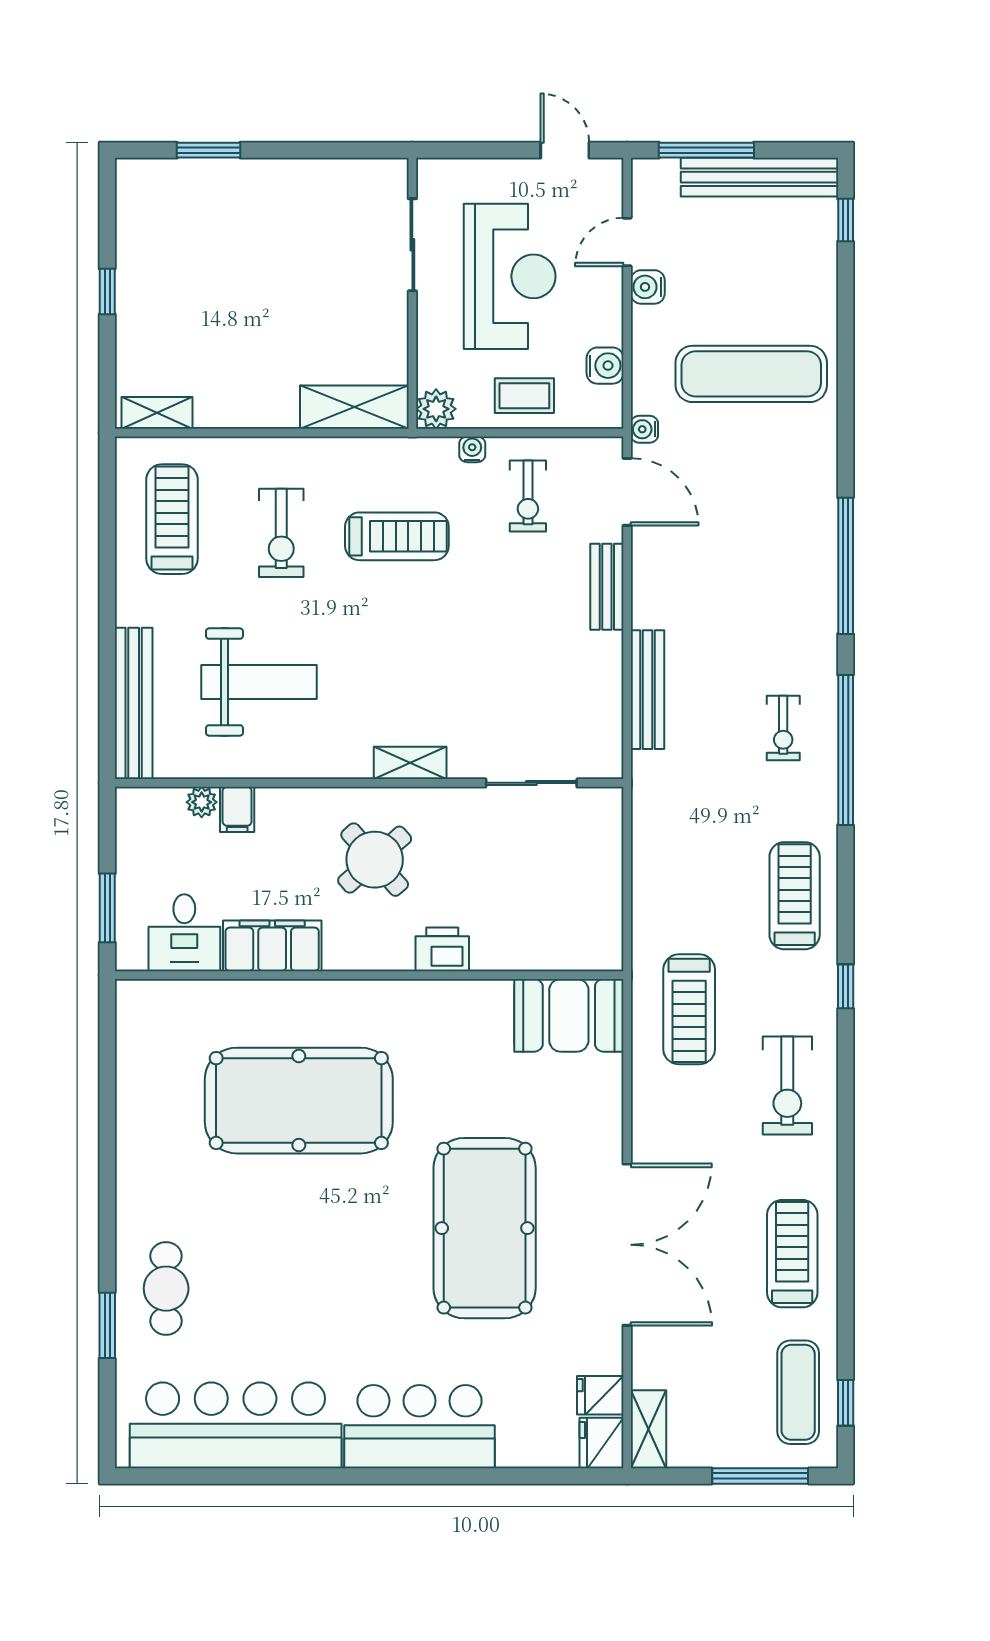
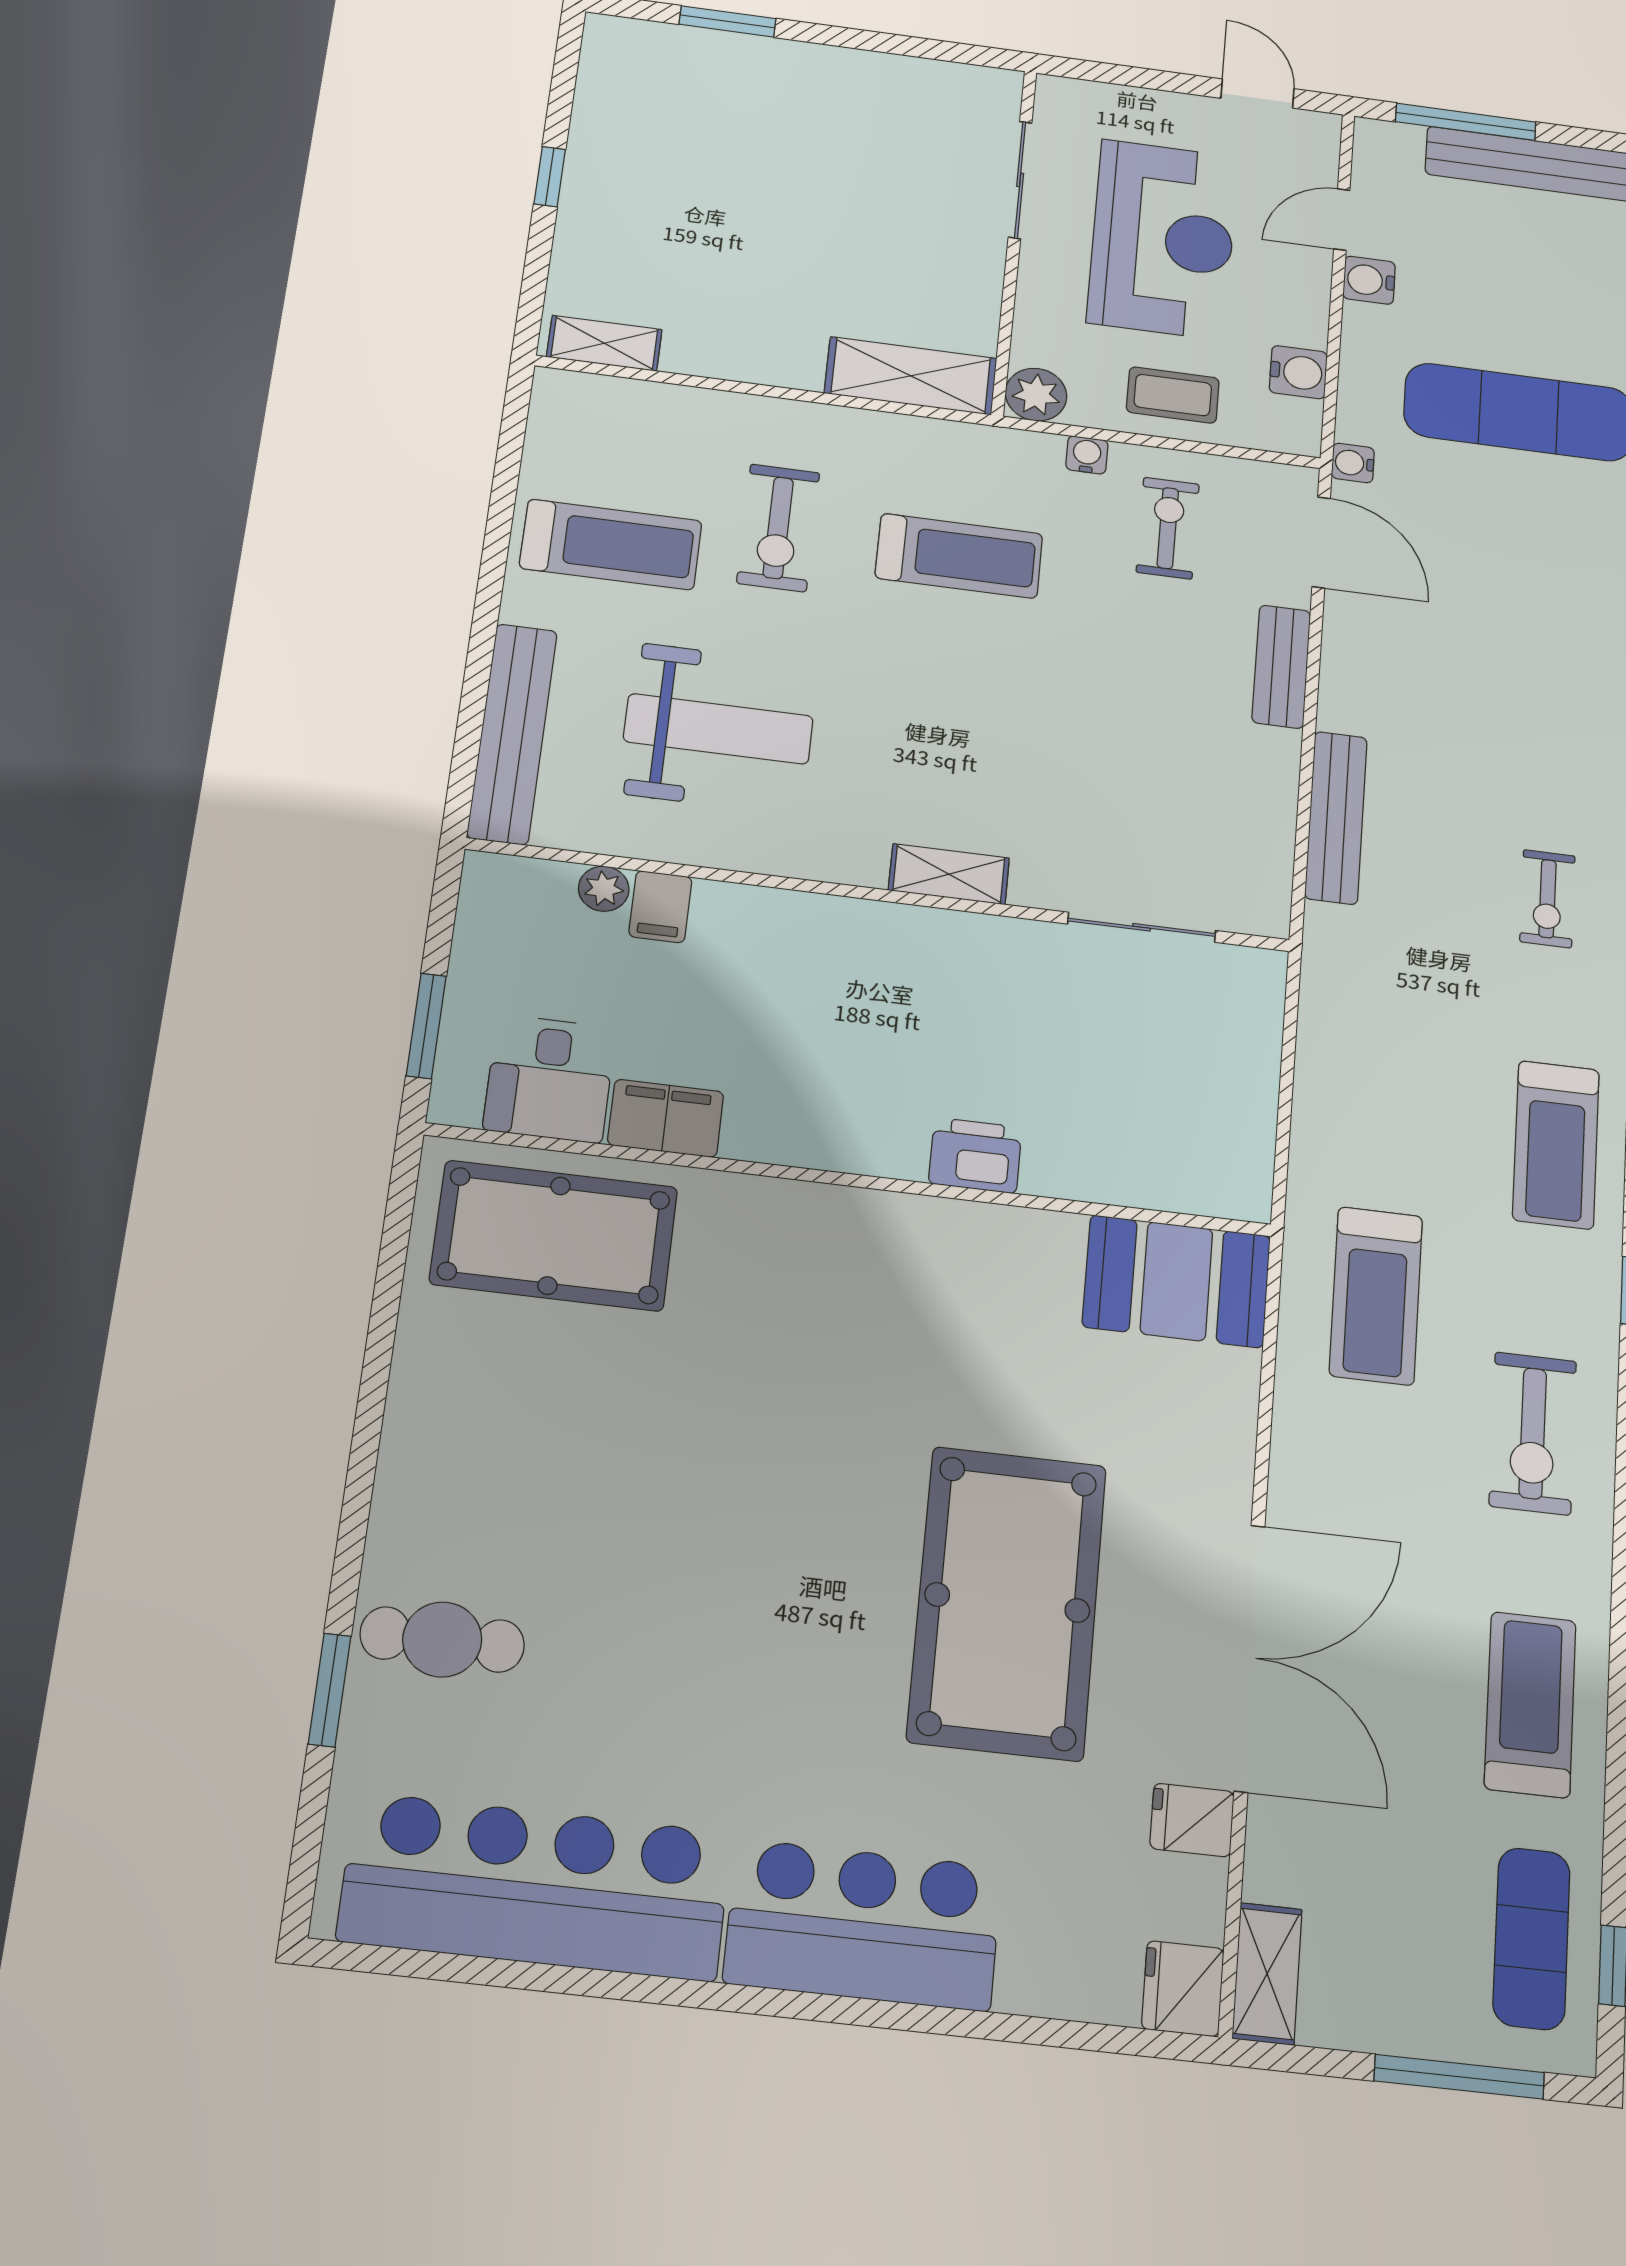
exercise bike: (528, 496) -> (1168, 528), turned 180
treadmill: (172, 519) -> (611, 545), moved, turned 90
round table: (375, 860) -> (877, 1008), removed
treadmill: (795, 896) -> (1556, 1145), turned 180
filing cabinet: (272, 946) -> (666, 1118), width x0.67, depth x0.86
pool table: (299, 1101) -> (554, 1236), moved, width x0.73, depth x0.76
cafe table: (166, 1289) -> (442, 1640), turned 90
fridge: (600, 1395) -> (1192, 1820), moved

